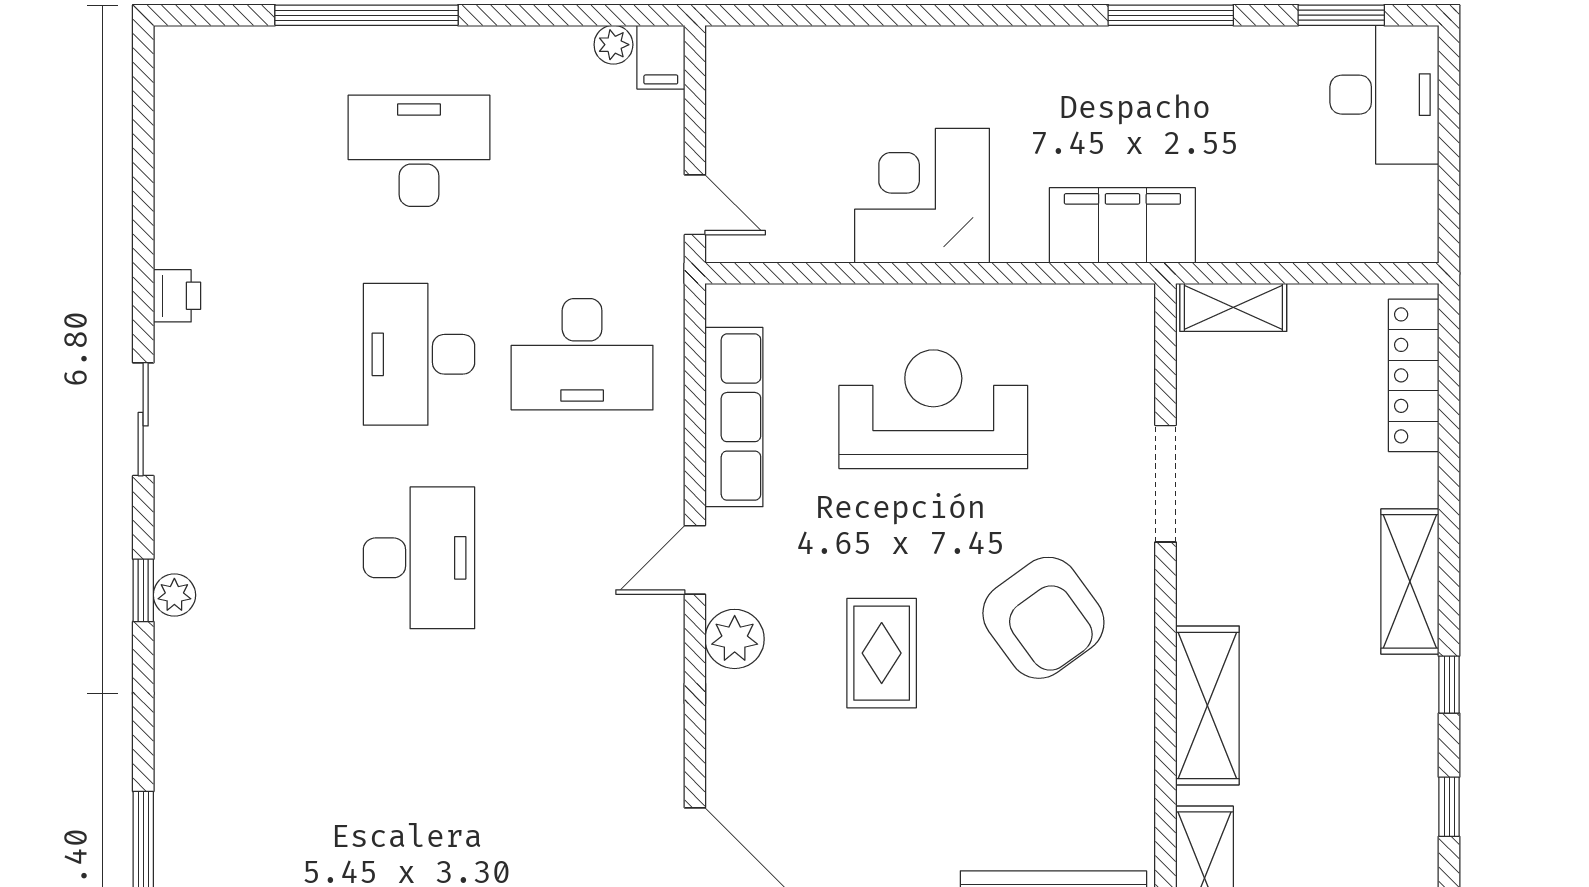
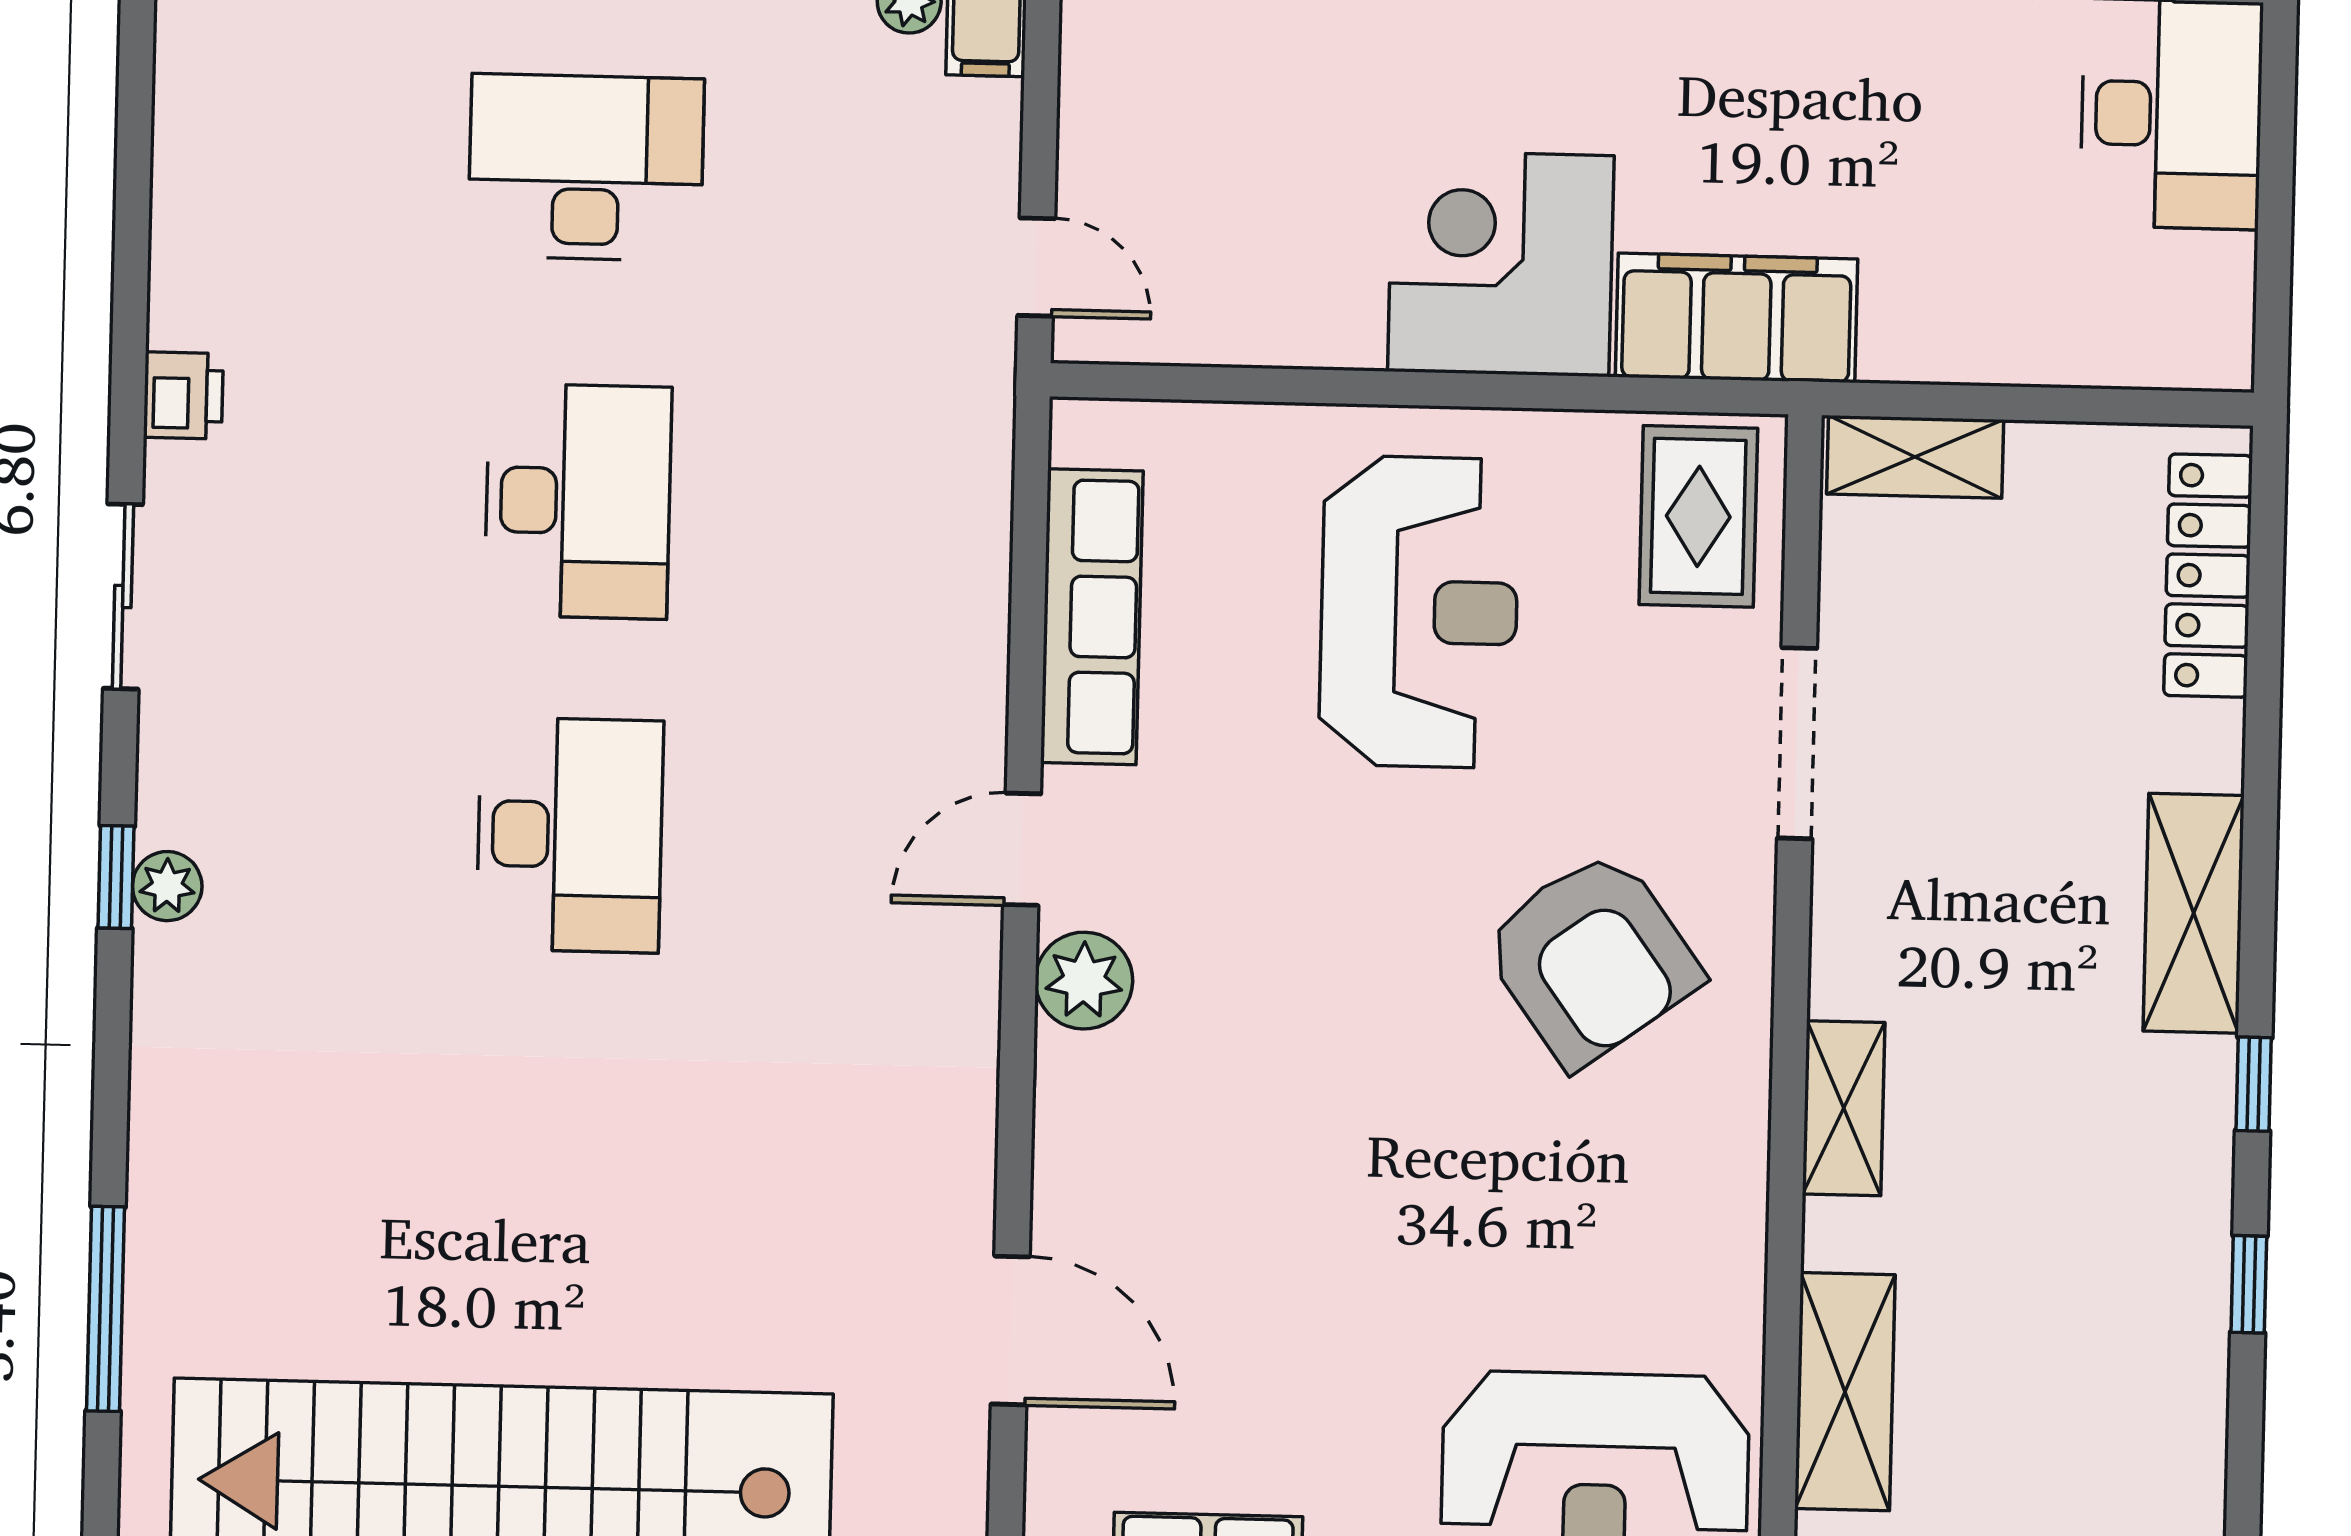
corner desk: (922, 196) -> (1501, 264), moved
desk: (419, 354) -> (578, 501), turned 180
desk: (582, 354) -> (845, 508), removed
reception desk: (933, 409) -> (1419, 612), turned 90
rug: (882, 653) -> (1698, 516), moved
shelving: (1207, 705) -> (1844, 1108), width x0.67, depth x0.75

